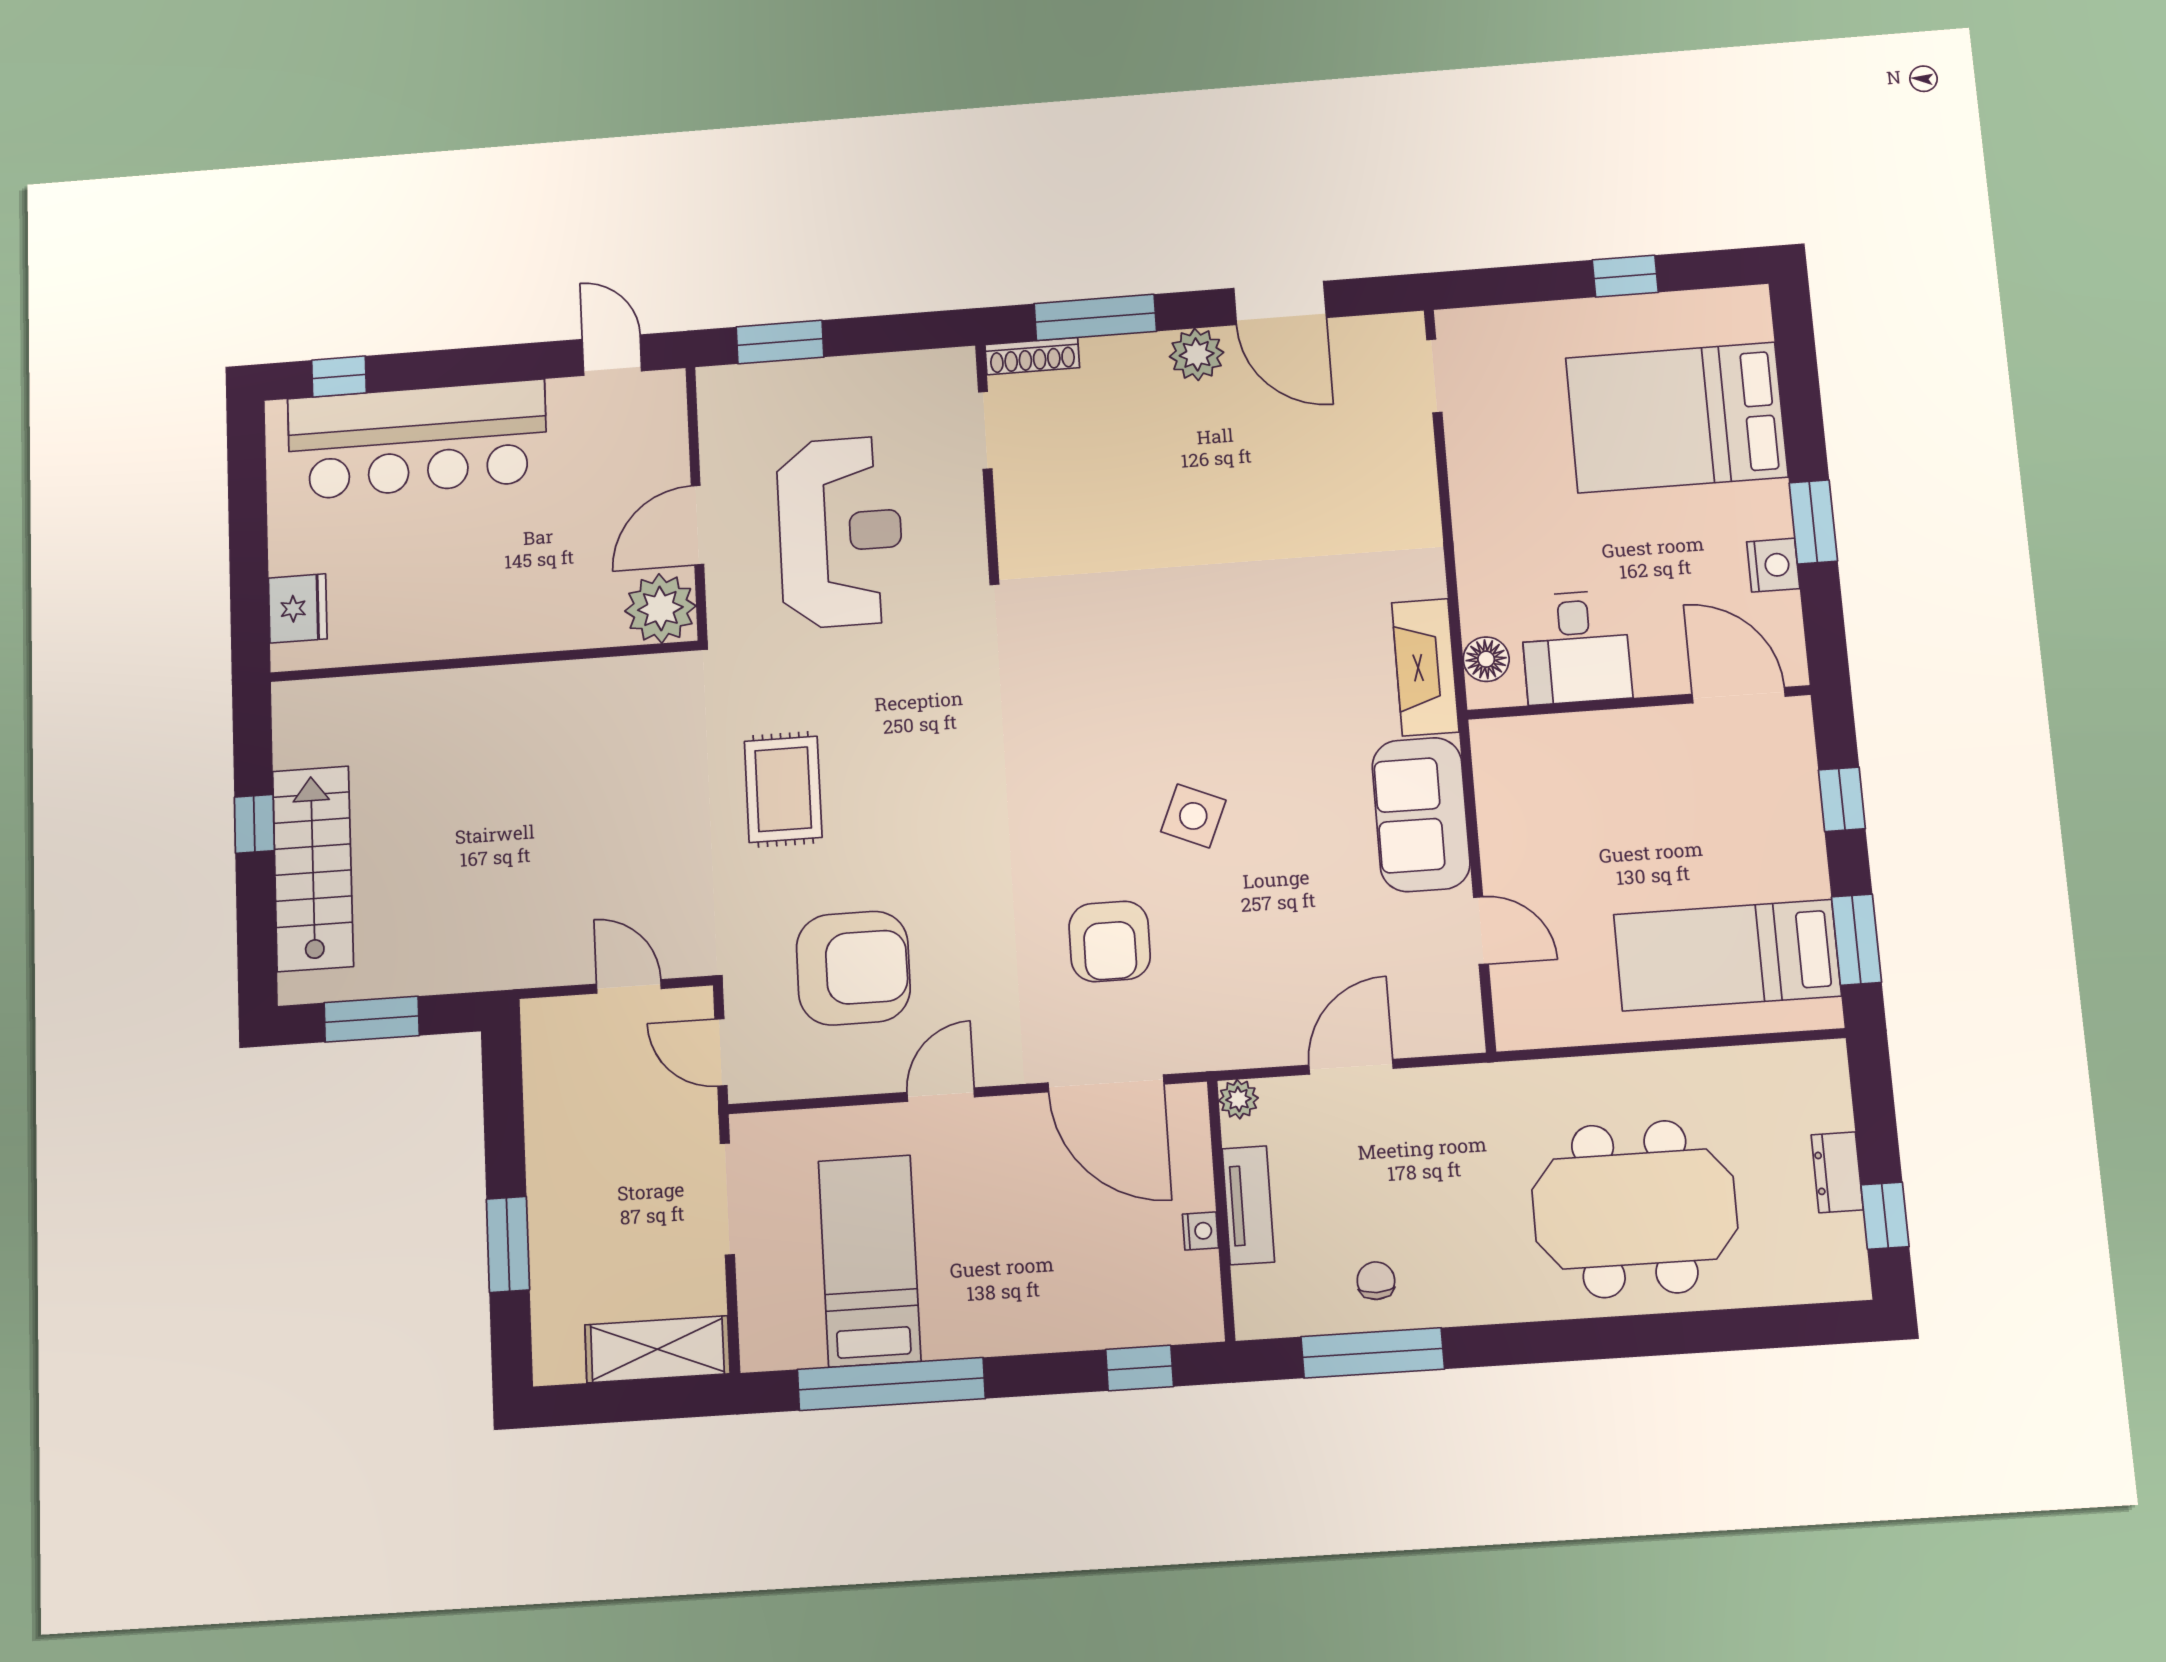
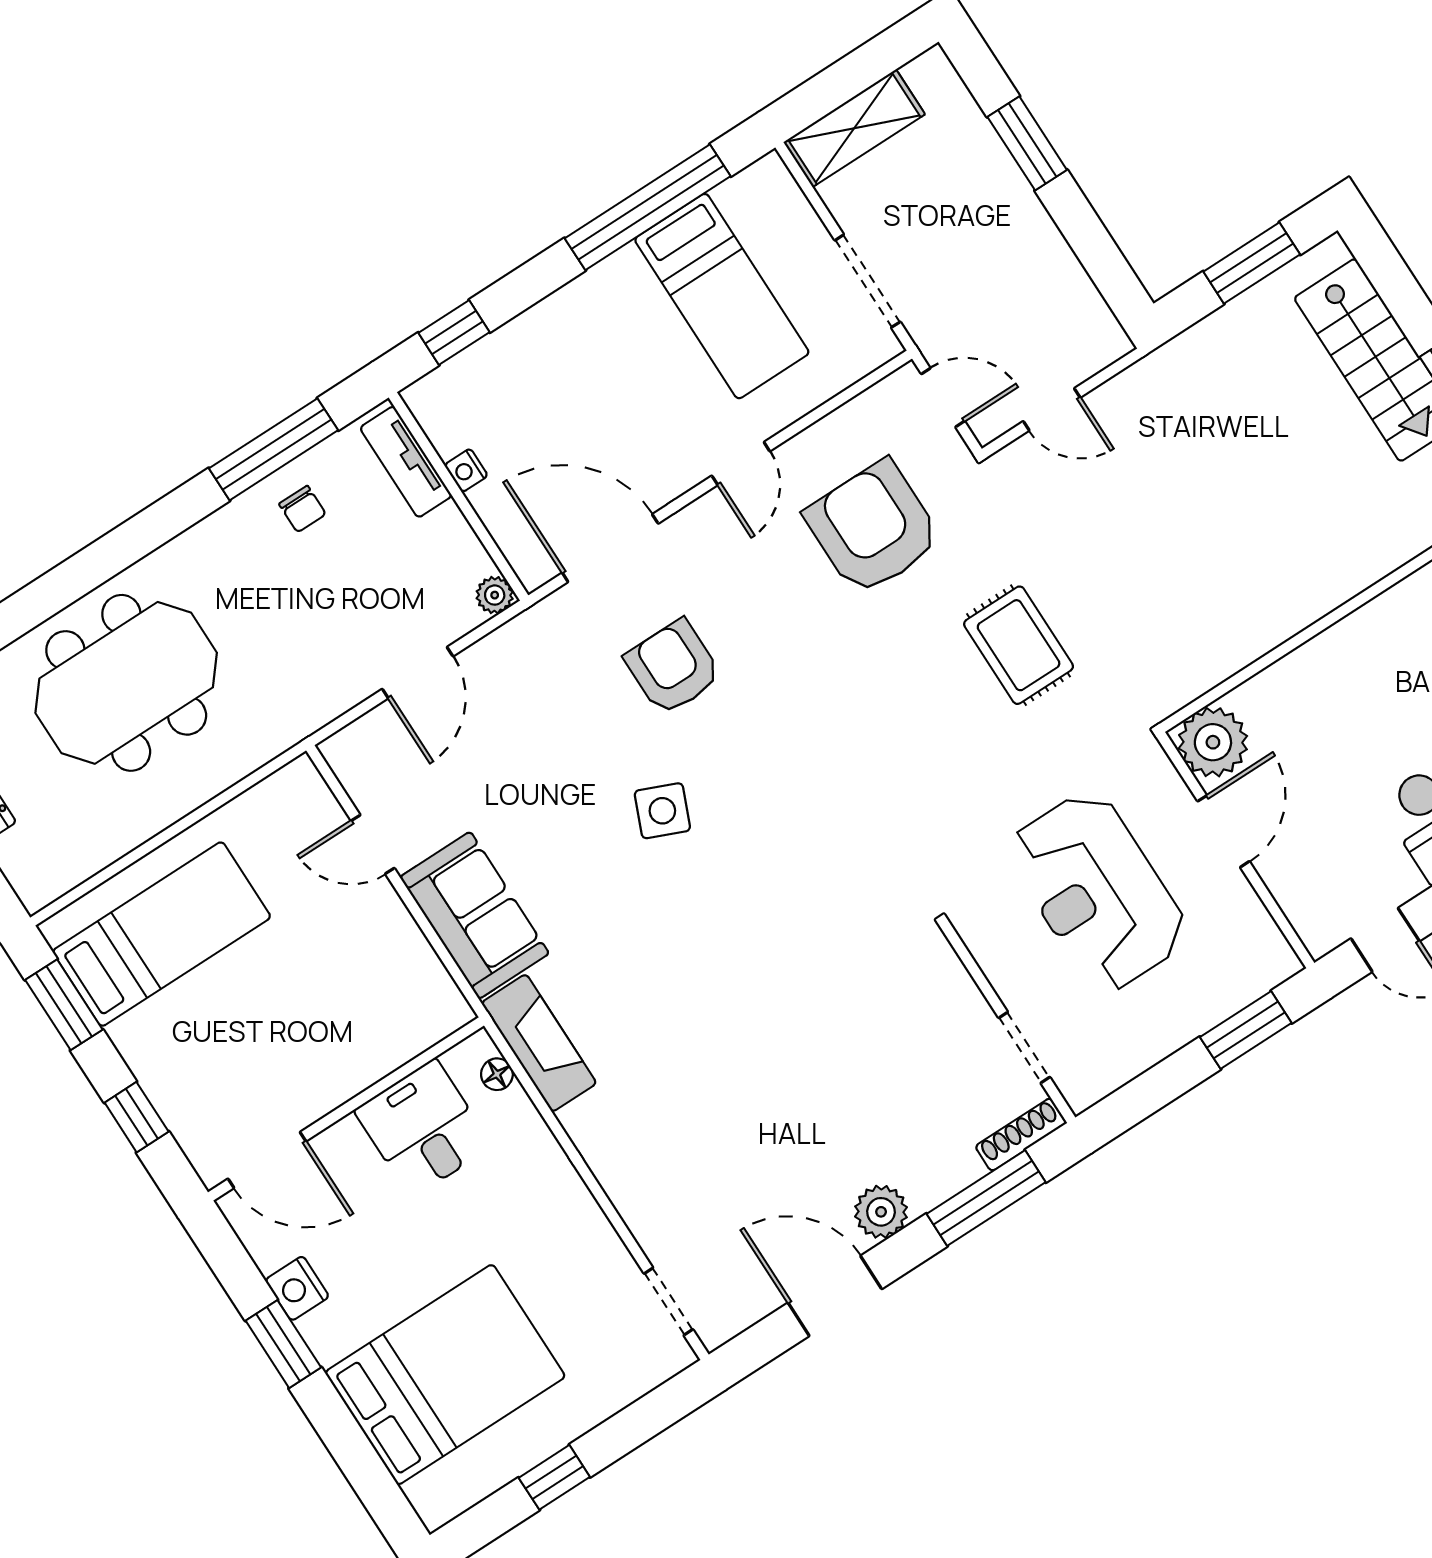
floor lamp: (1486, 659) -> (497, 1074), width x0.73, depth x0.73
armchair: (853, 968) -> (873, 528), turned 90
tv unit: (1248, 1205) -> (406, 462), moved

